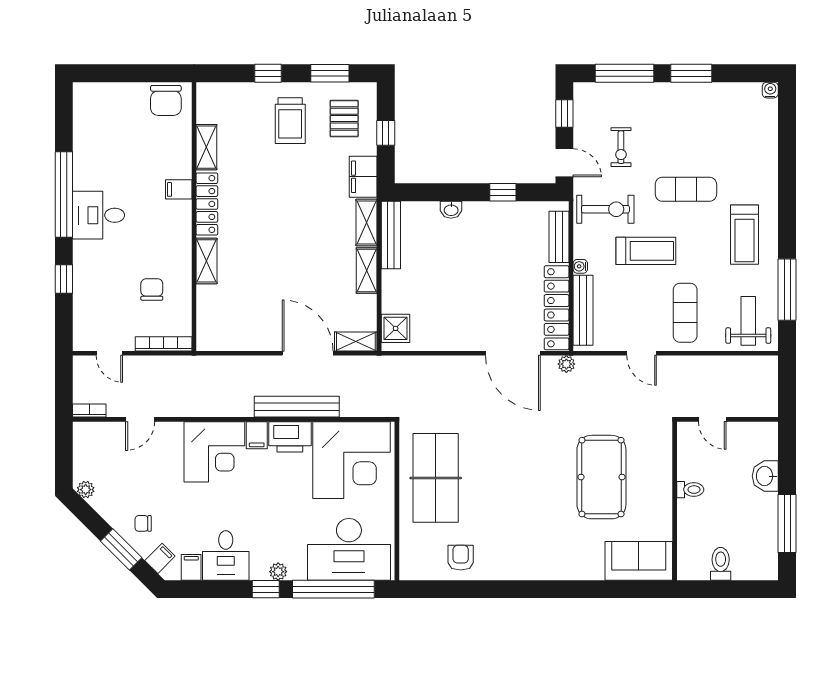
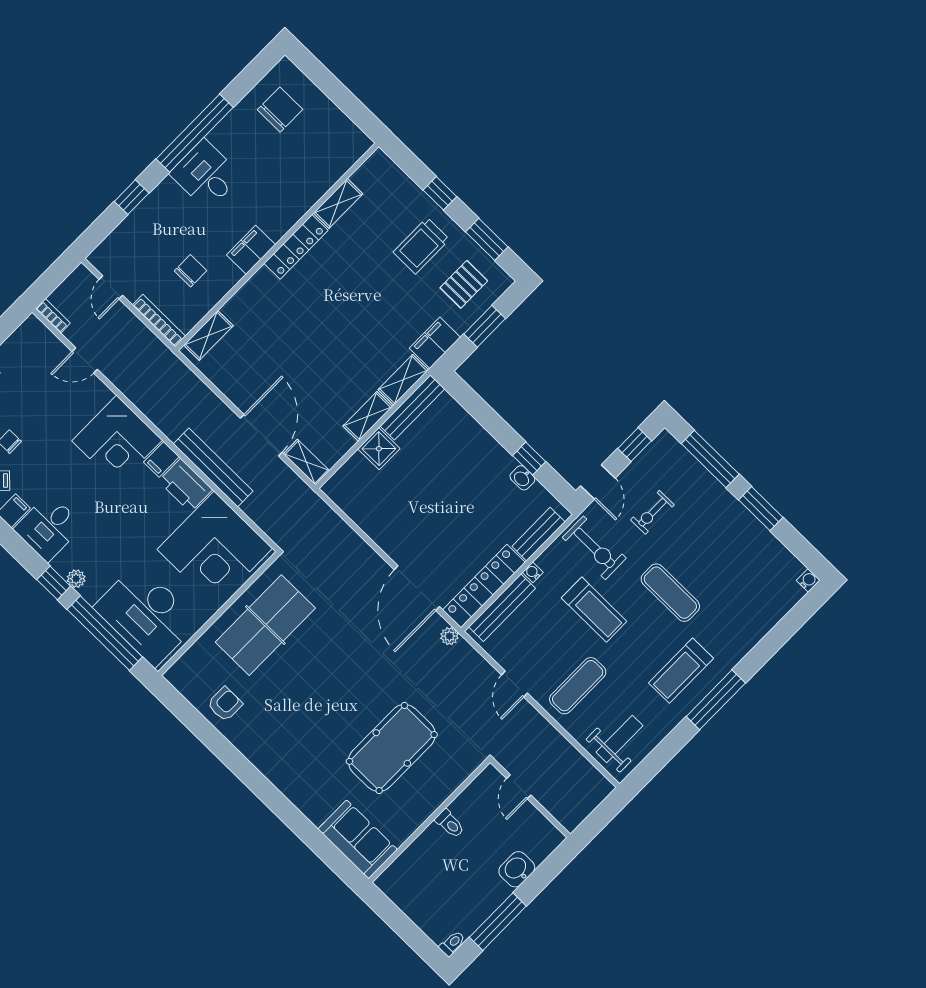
chair: (166, 100) -> (280, 110), moved, turned 180
window: (386, 133) -> (485, 326), width x1.50
filing cabinet: (179, 189) -> (251, 250), moved, width x2.00
washbasin: (451, 210) -> (522, 478), moved
shelving: (206, 261) -> (208, 335), moved
window: (787, 290) -> (716, 700), moved
shower: (396, 328) -> (379, 449), moved
toilet: (721, 564) -> (452, 944), moved, width x0.73, depth x0.72

